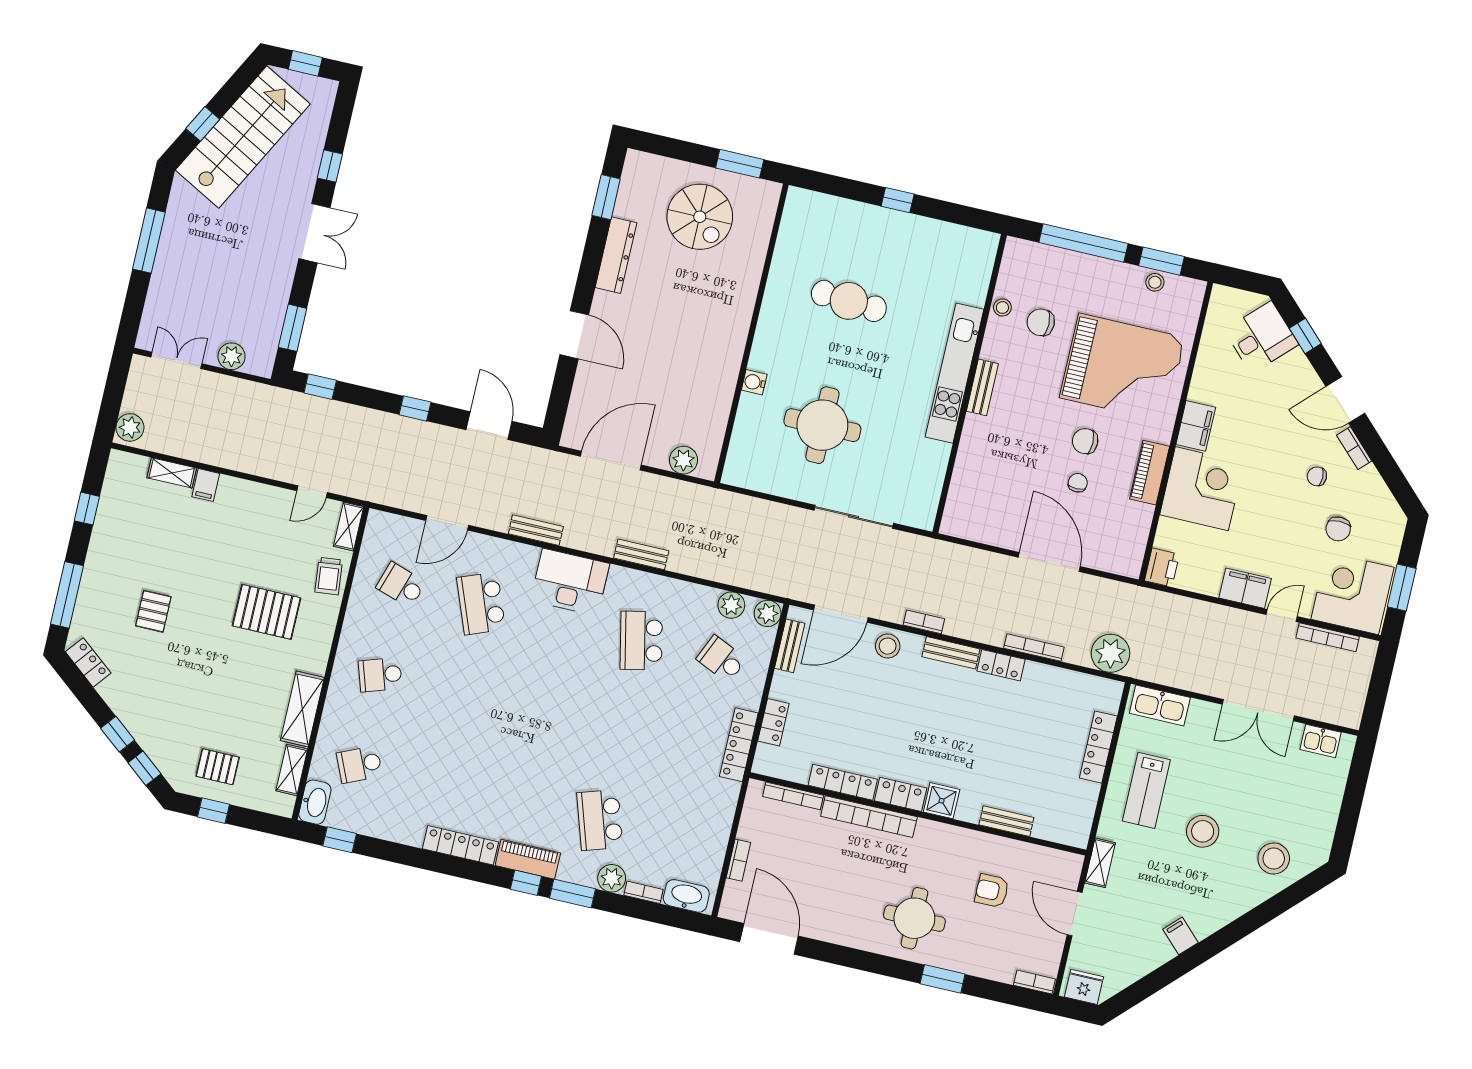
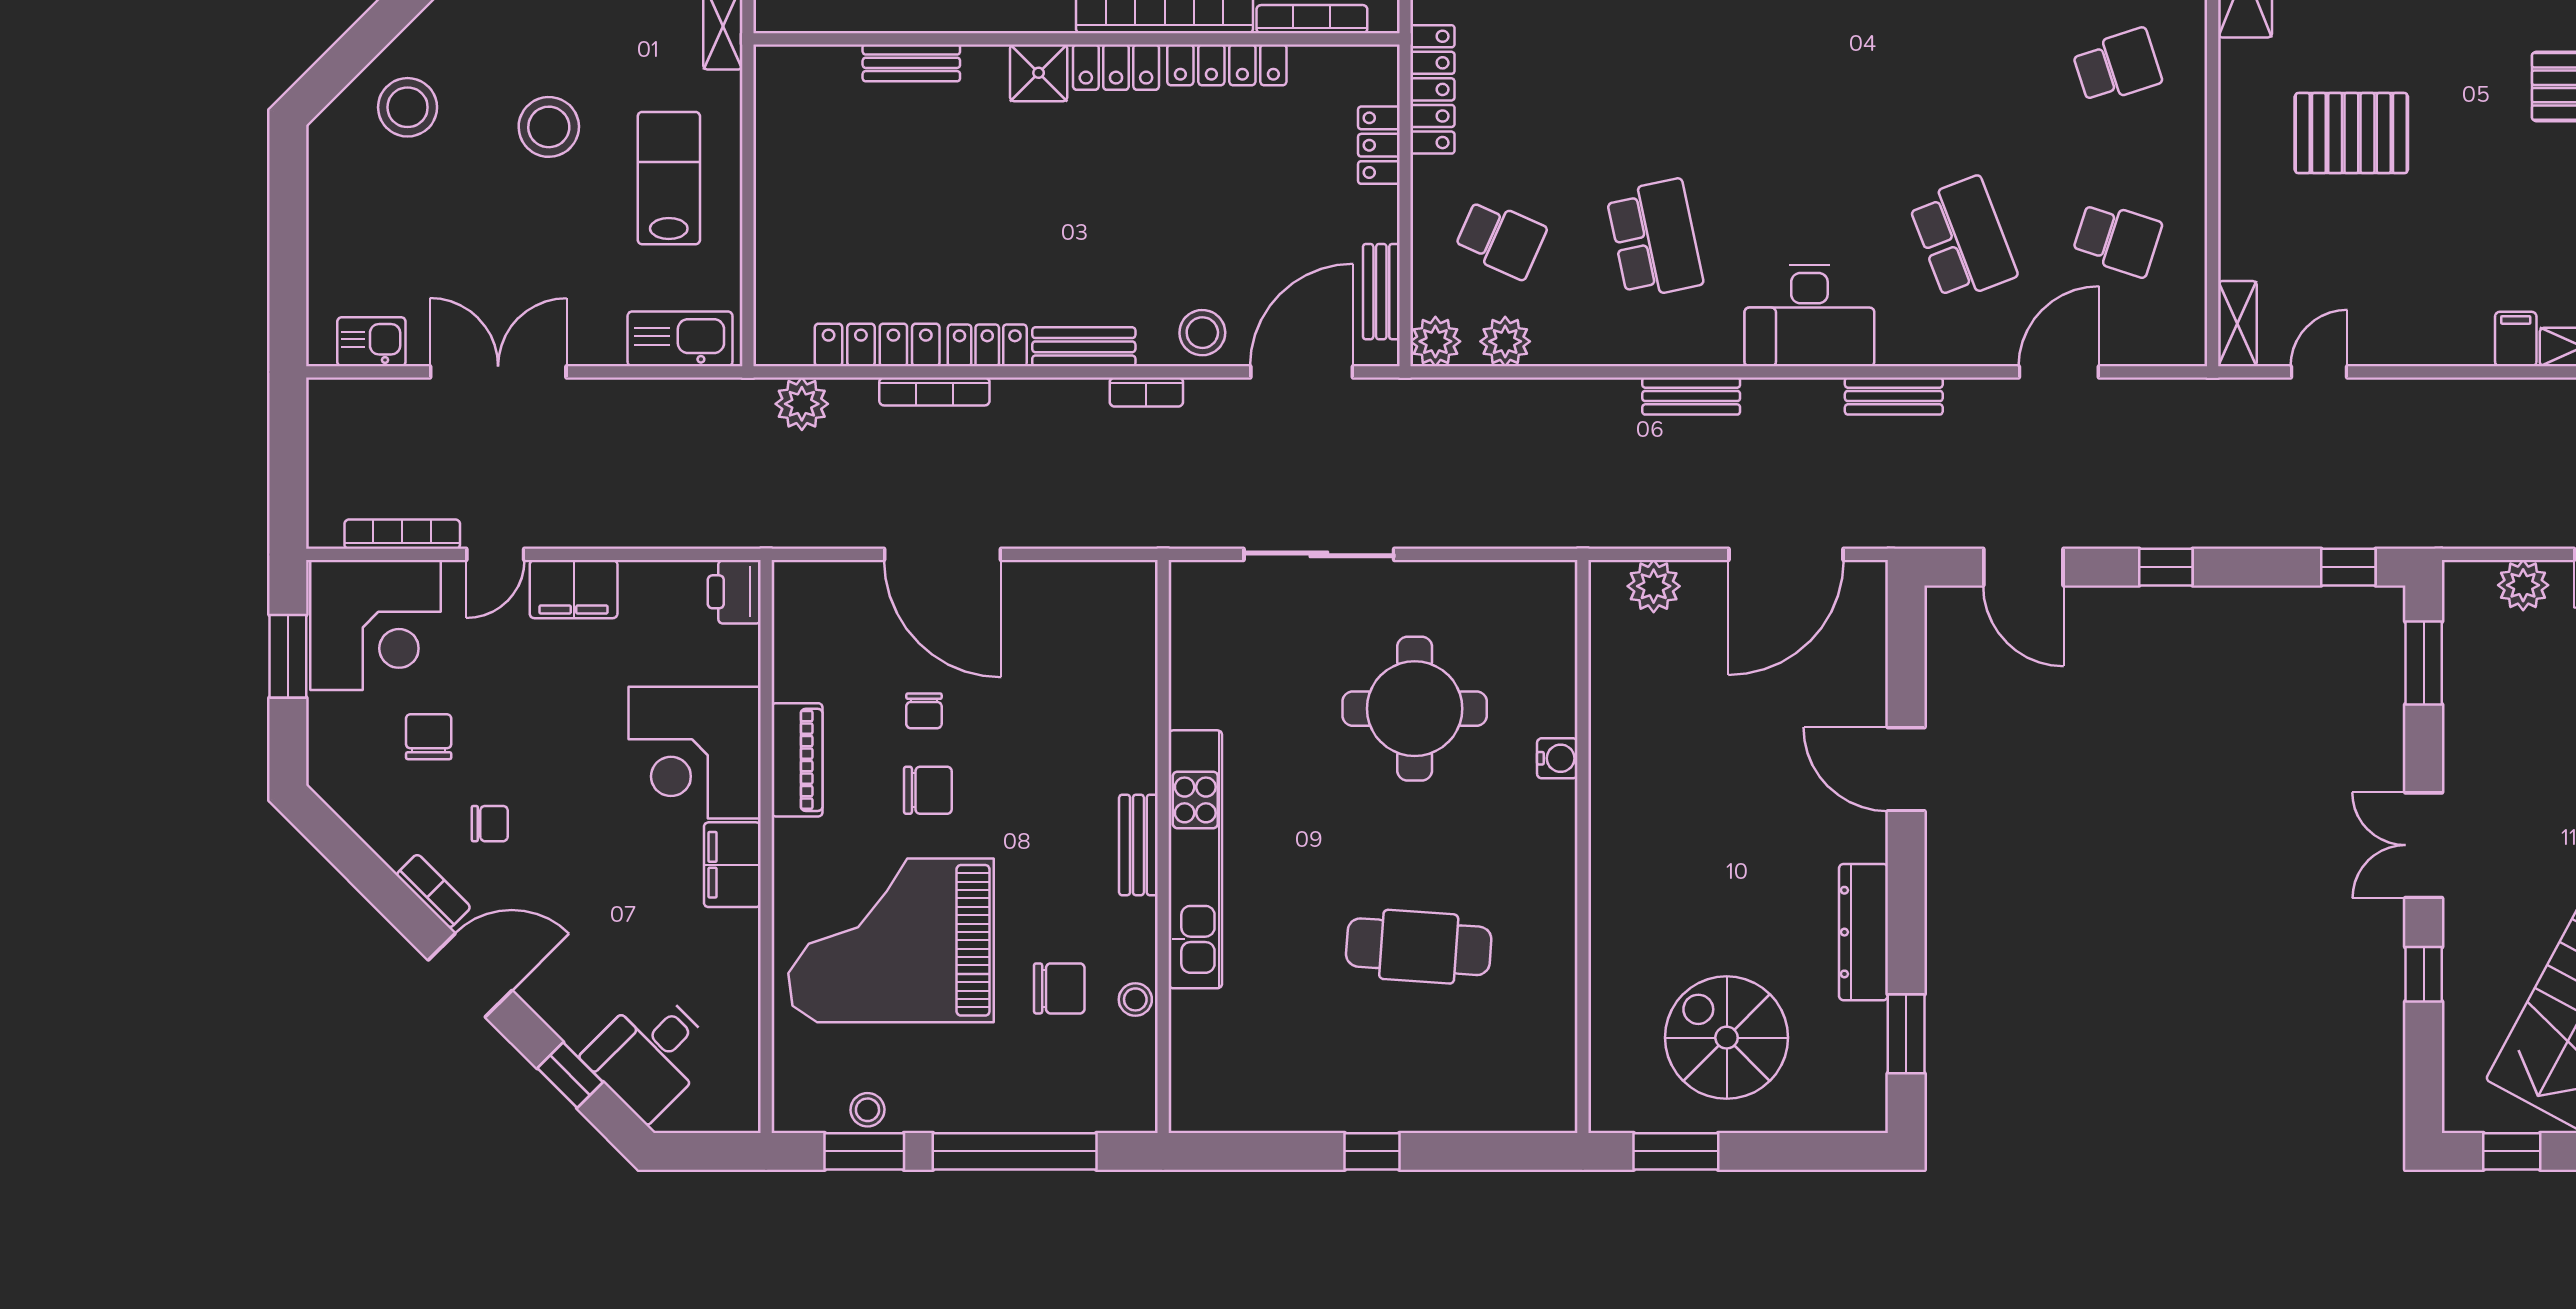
trolley: (329, 576) -> (2253, 225), removed
plant: (1110, 653) -> (802, 404), width x0.73, depth x0.73
locker: (1098, 747) -> (877, 345), moved, turned -90

